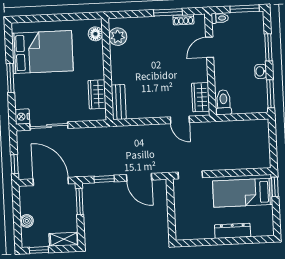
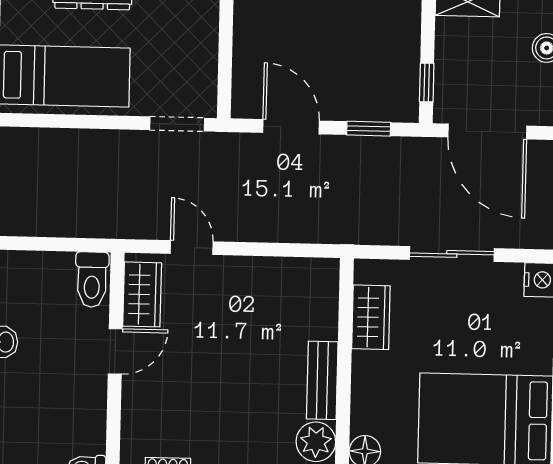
door: (210, 47) -> (115, 351), moved
bench: (119, 102) -> (322, 380), moved
sliding door: (49, 126) -> (452, 254), moved
window: (80, 202) -> (427, 82), width x0.67

